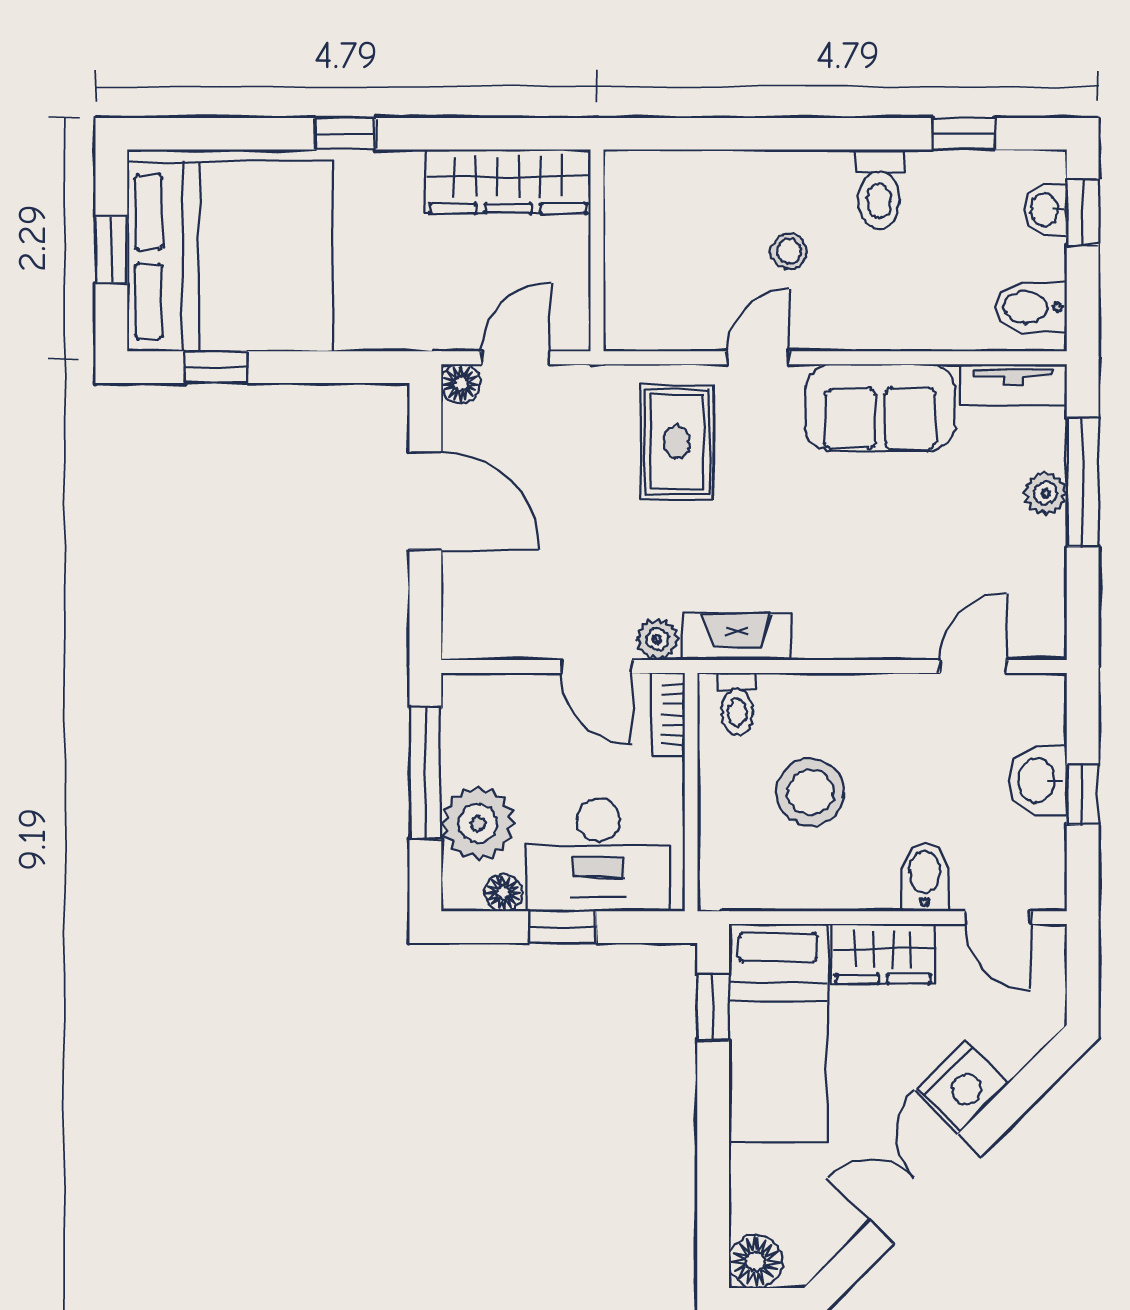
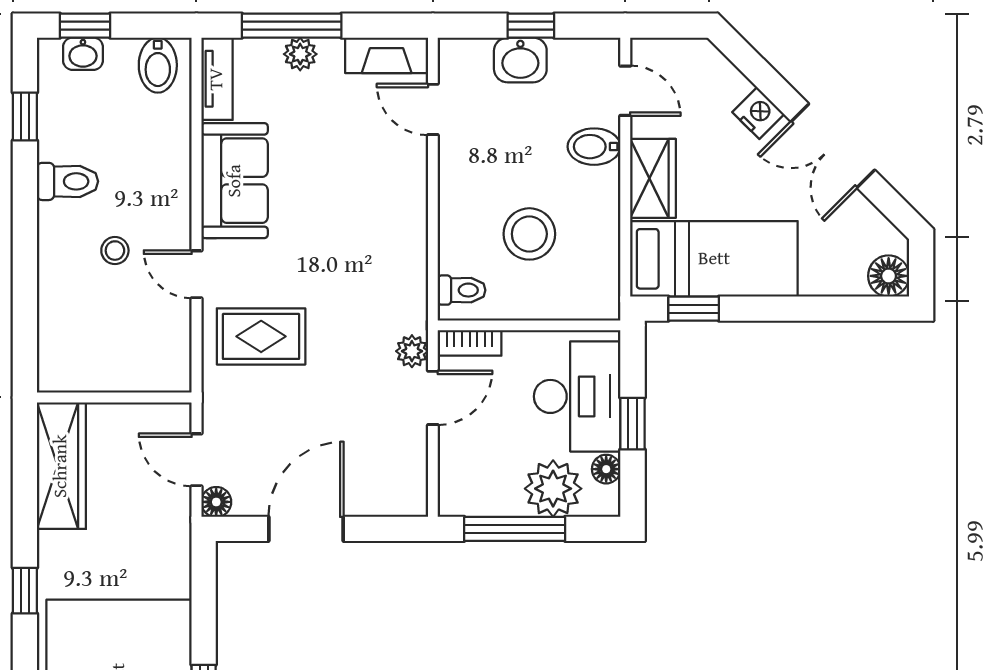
fireplace: (737, 637) -> (387, 55), moved, turned -90
door: (998, 918) -> (625, 91), hinge flipped
nightstand: (963, 1086) -> (758, 113), width x0.74, depth x0.75

